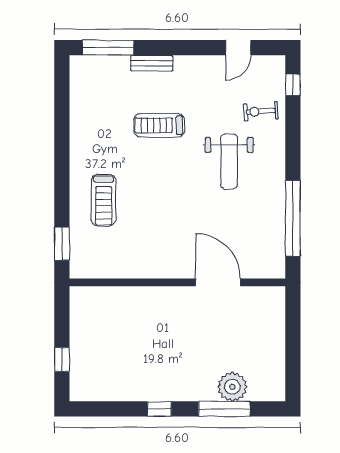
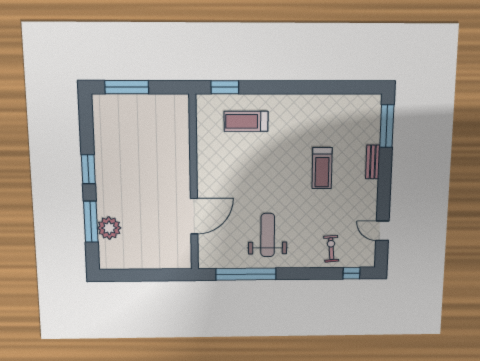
treadmill: (159, 125) -> (322, 168), turned 180
weight bench: (229, 162) -> (268, 235), moved, turned 90
treadmill: (104, 200) -> (246, 121), moved
window: (62, 359) -> (127, 87), width x2.17
window: (159, 409) -> (88, 169), width x1.50

